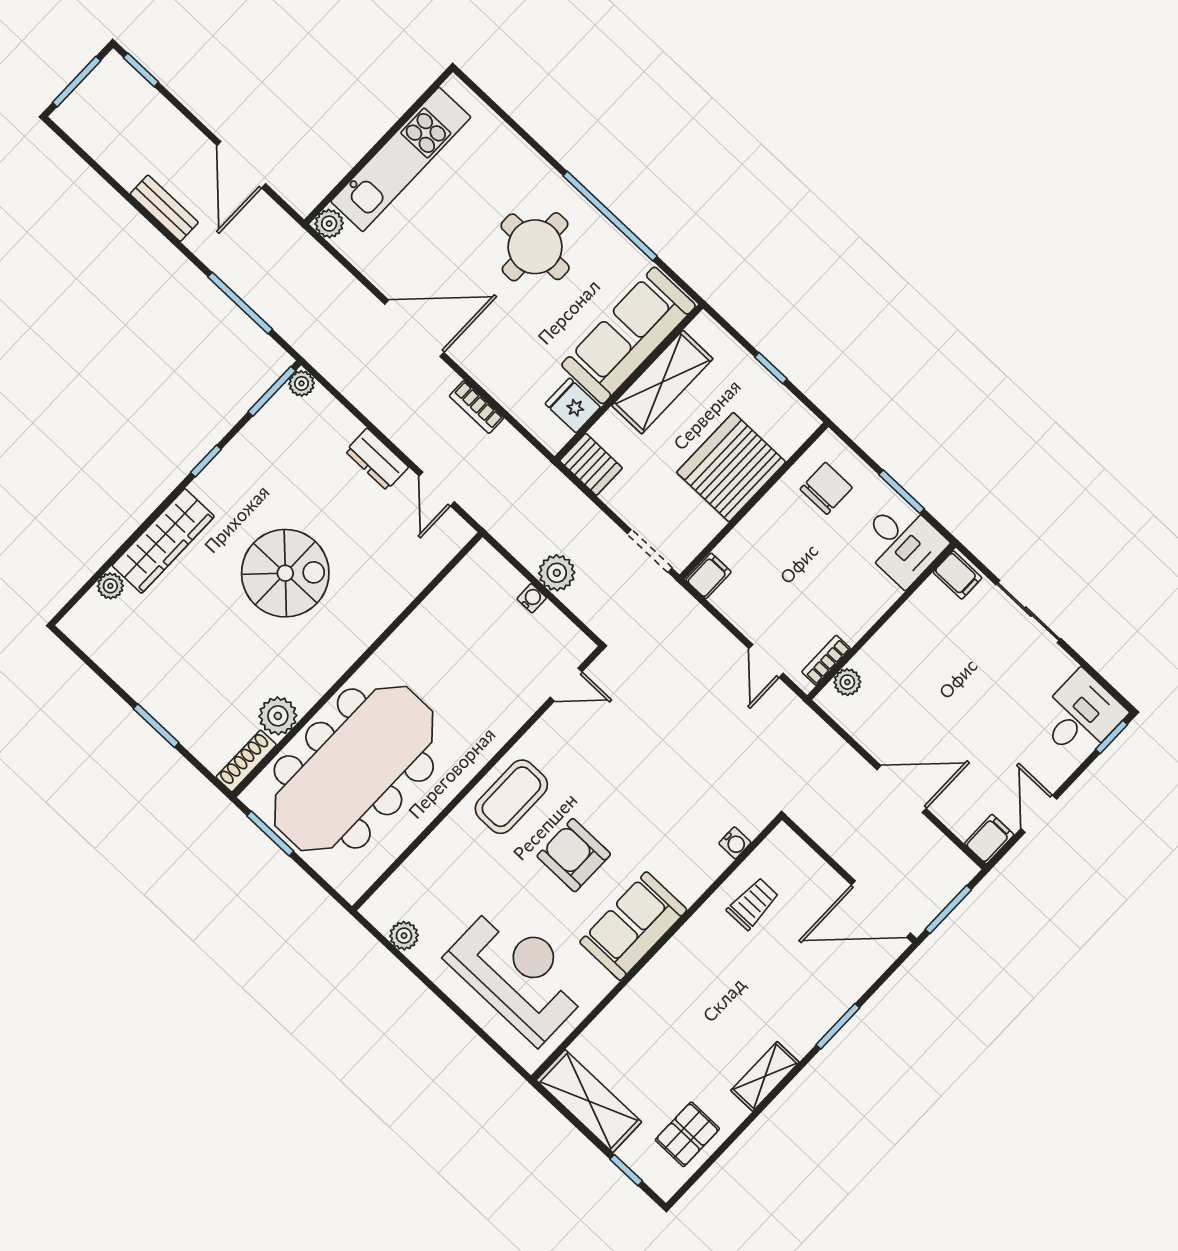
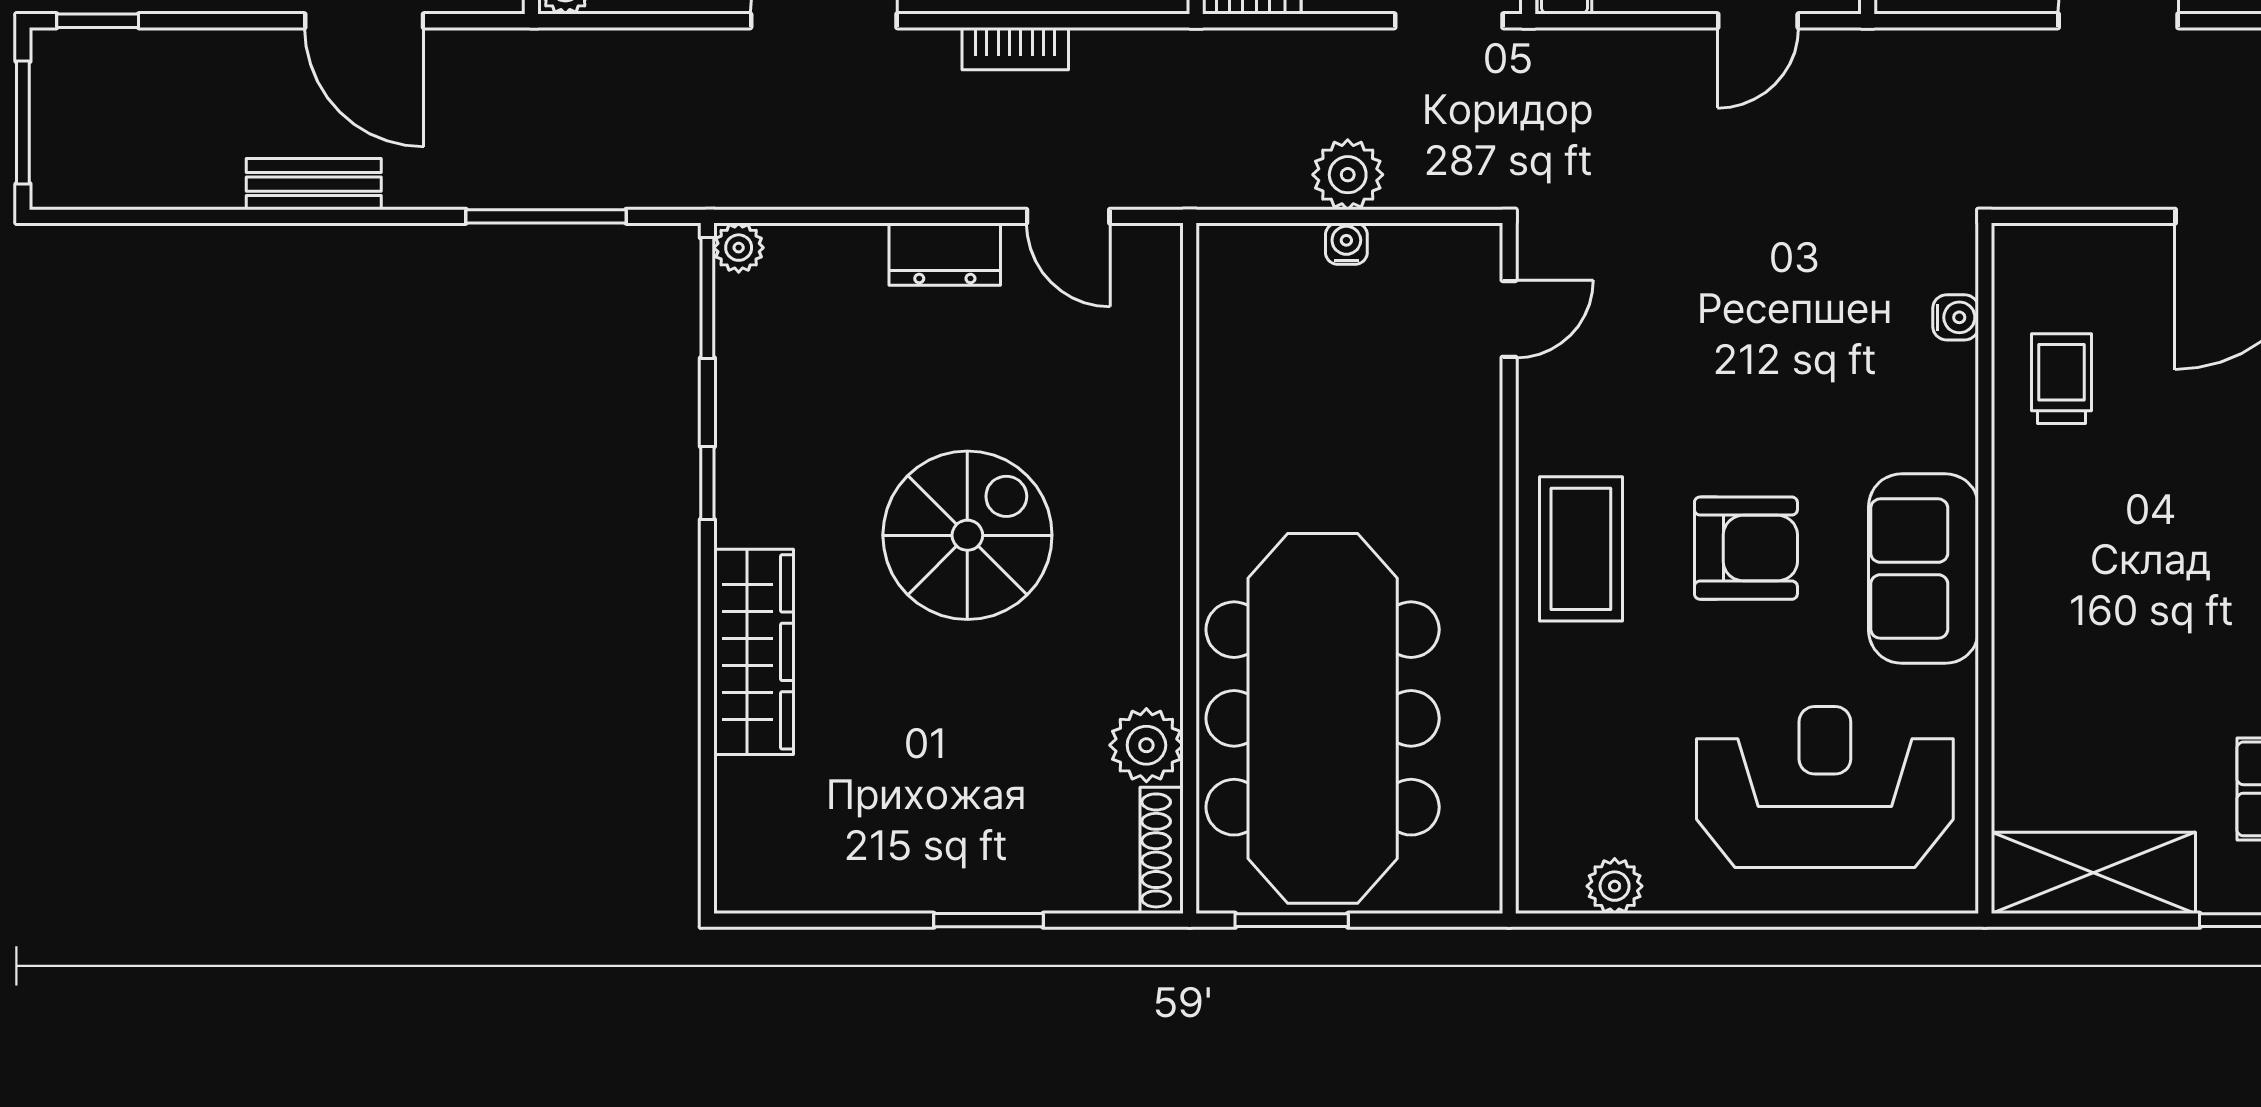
plant: (110, 586) -> (739, 785), removed
door: (766, 661) -> (1758, 21), hinge flipped
armchair: (574, 855) -> (1746, 548), turned 180

